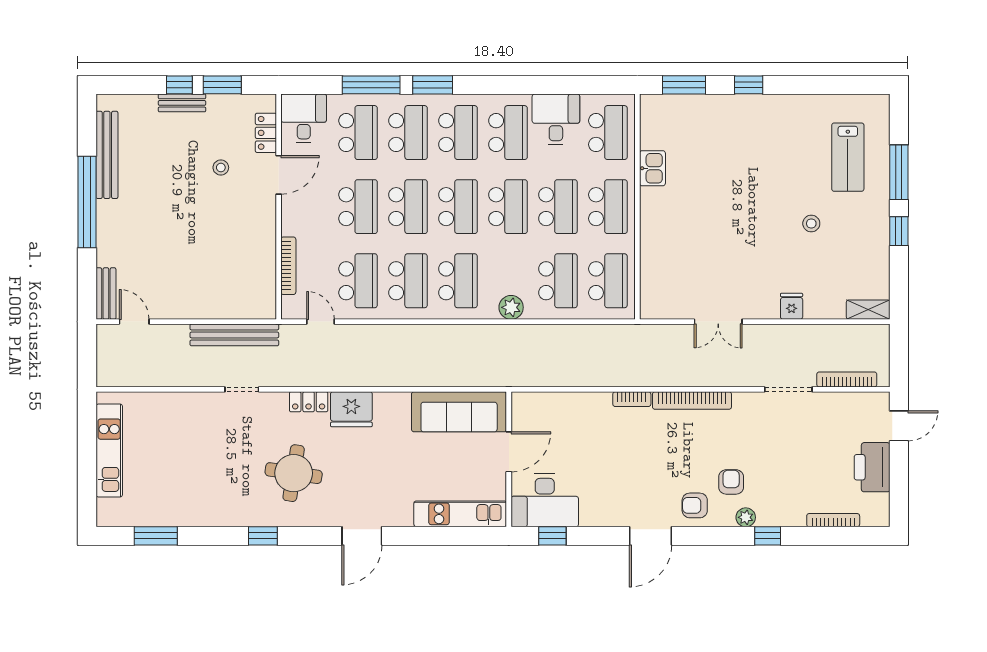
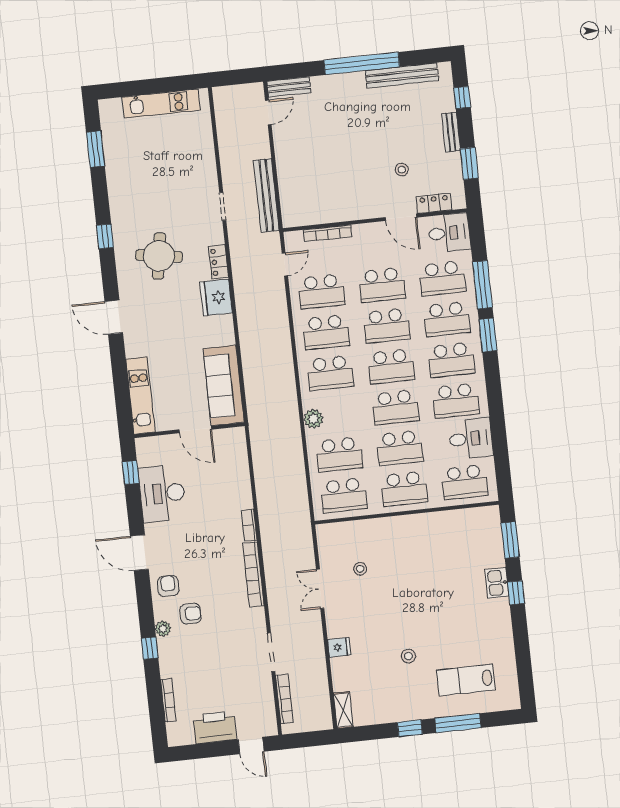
window: (179, 85) -> (462, 98), moved
kitchen sink: (652, 168) -> (497, 583), moved, turned 90
stool: (699, 270) -> (360, 569), added
desk: (545, 500) -> (162, 493), moved

